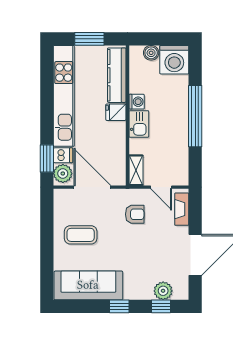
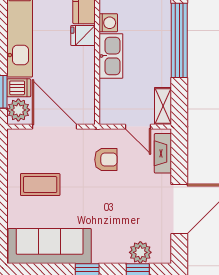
kitchen sink: (139, 124) -> (111, 56), width x1.38
shelving: (136, 170) -> (163, 106), moved

